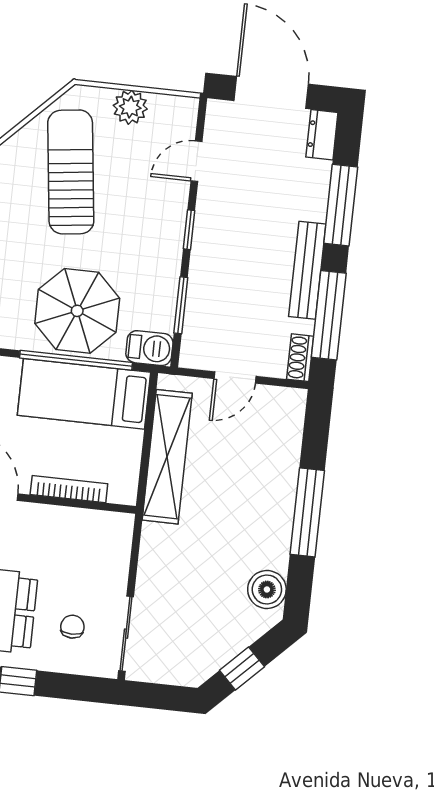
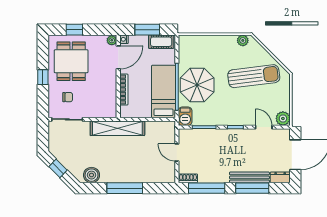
plant: (130, 107) -> (283, 118), moved
bench: (307, 270) -> (249, 177), moved
shelving: (167, 457) -> (117, 128), moved

